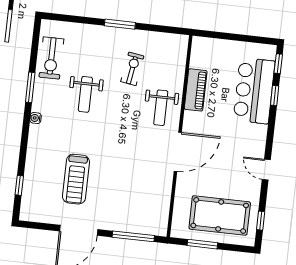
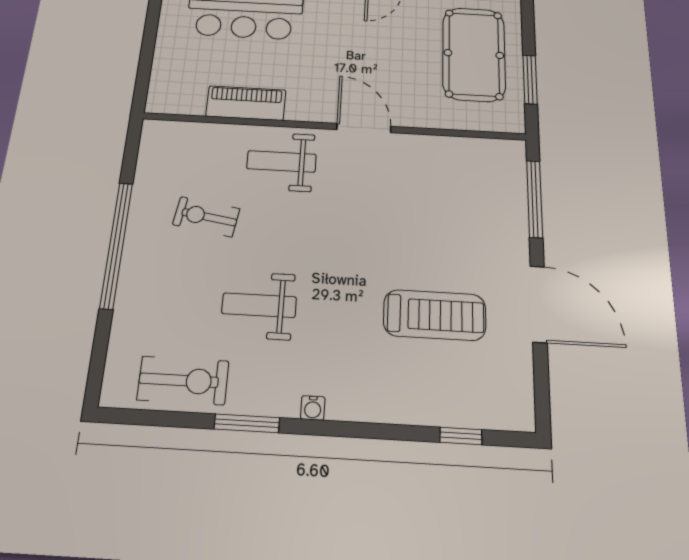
window: (120, 24) -> (116, 245), width x2.11
weight bench: (85, 94) -> (259, 305), turned 180
weight bench: (161, 108) -> (281, 161), turned 180
door: (178, 152) -> (364, 128), width x0.73

